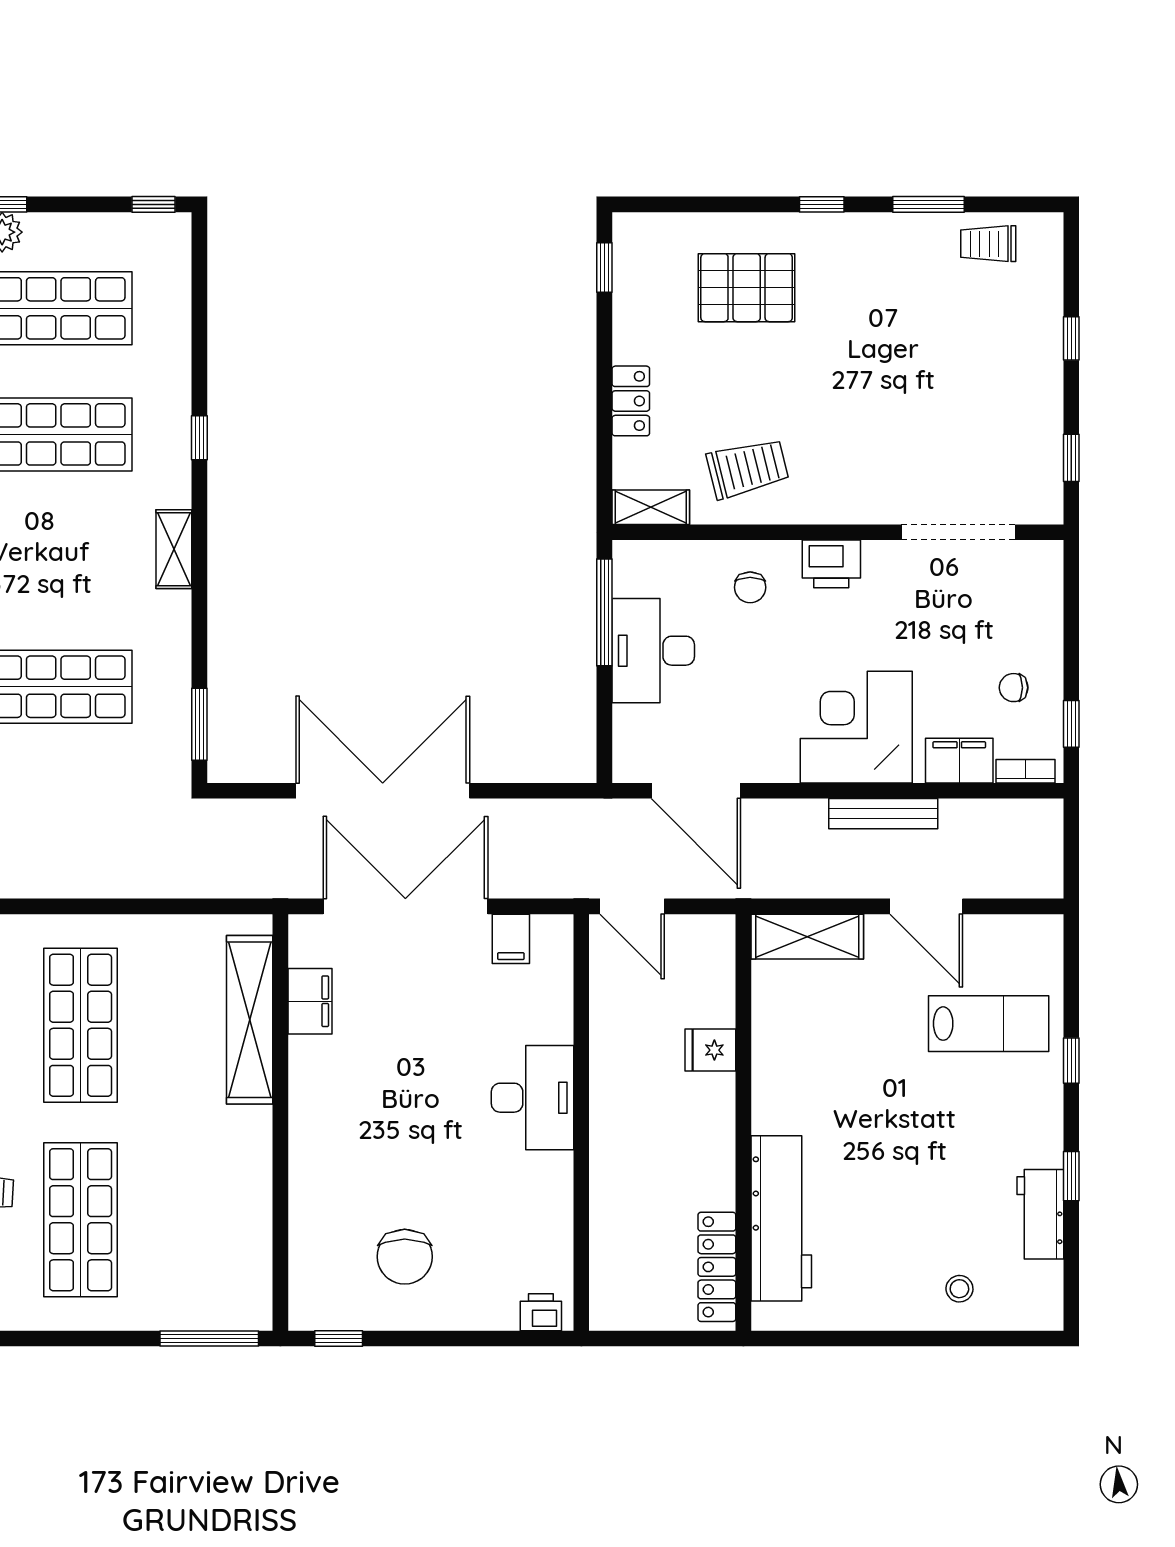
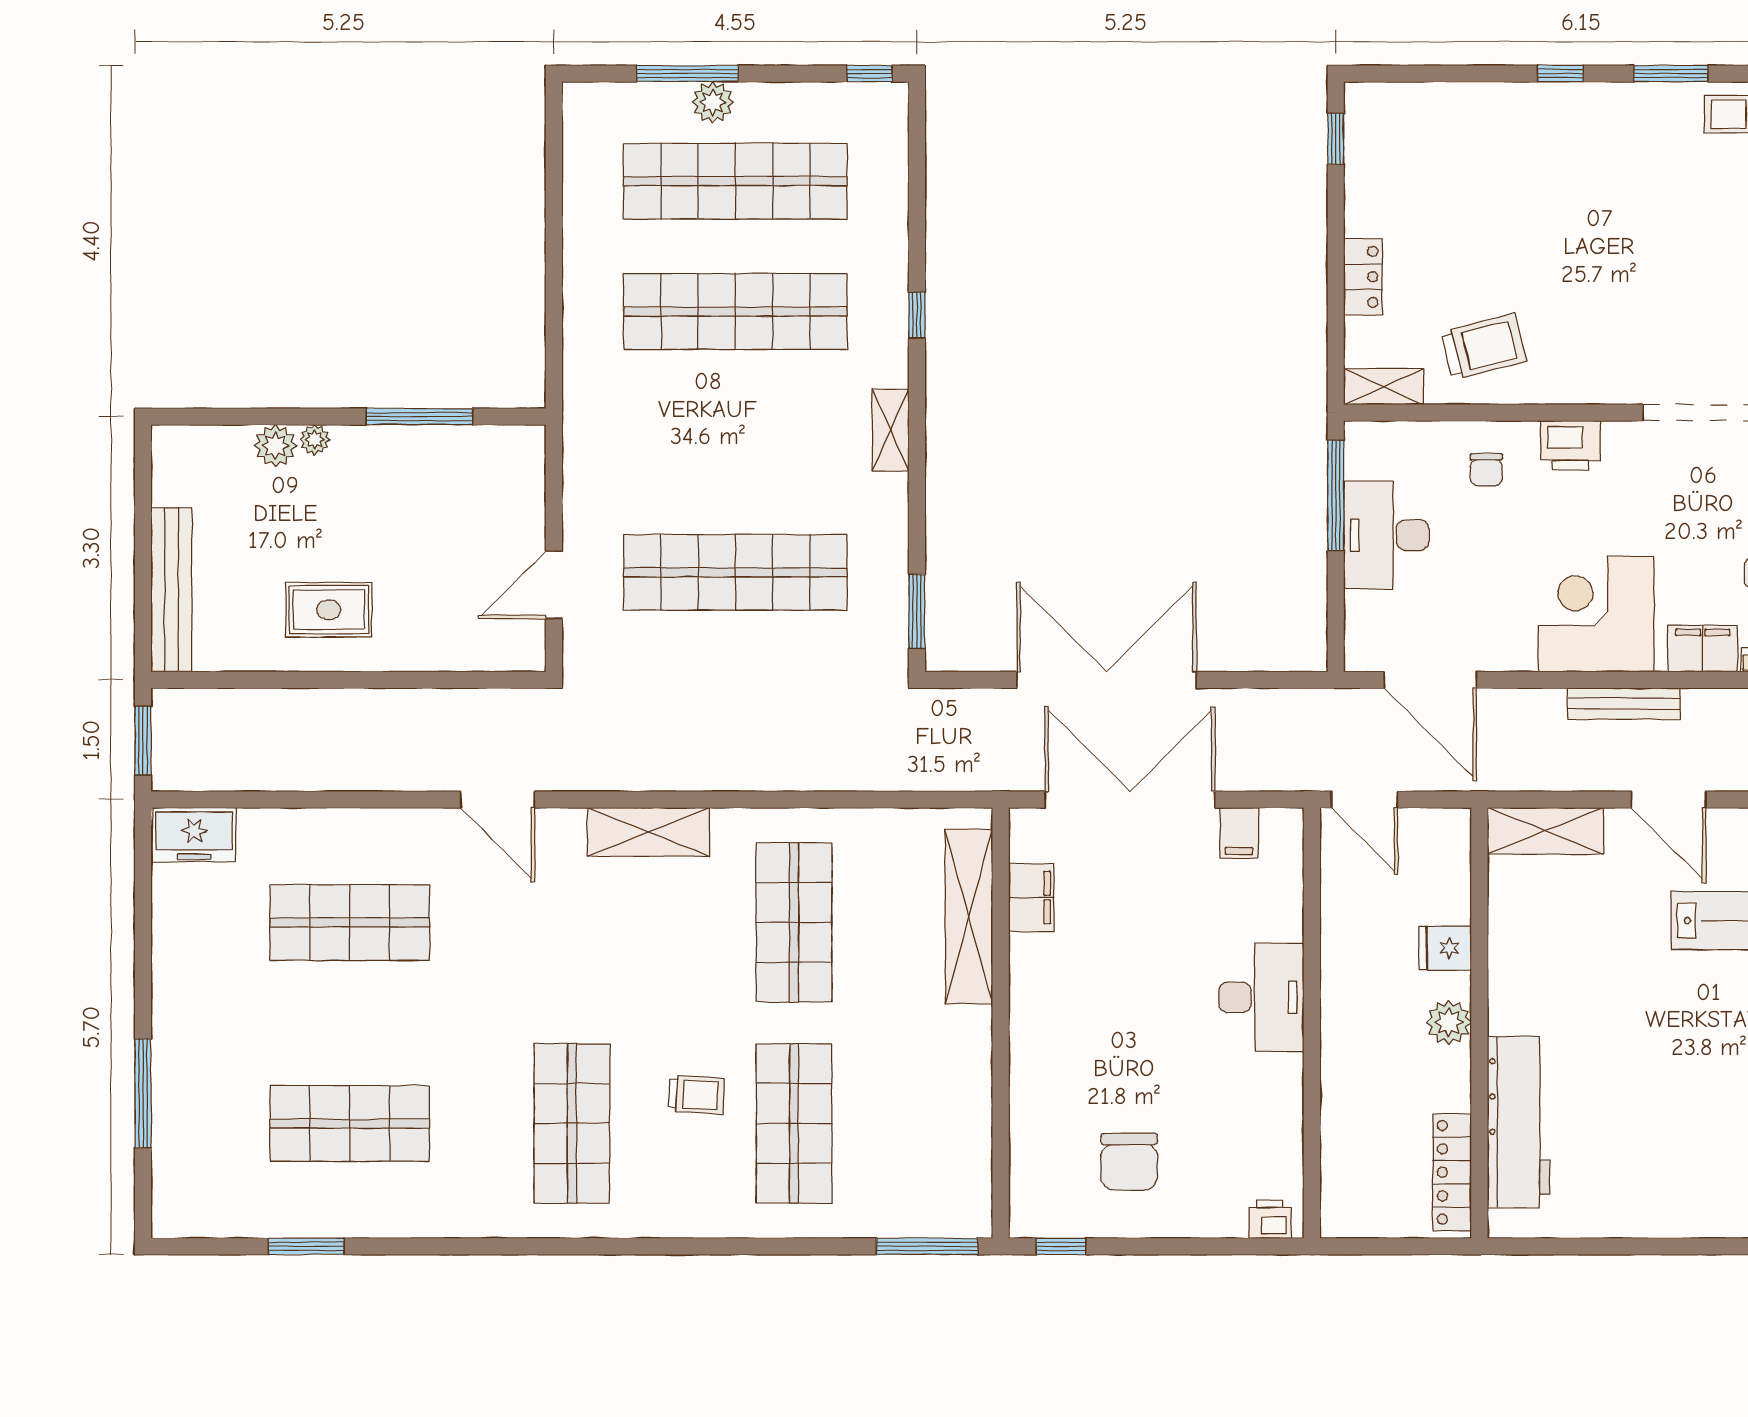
pallet: (747, 288) -> (1483, 160), removed
plant: (714, 1122) -> (1449, 1022), added
stool: (959, 1289) -> (1703, 1195), removed

